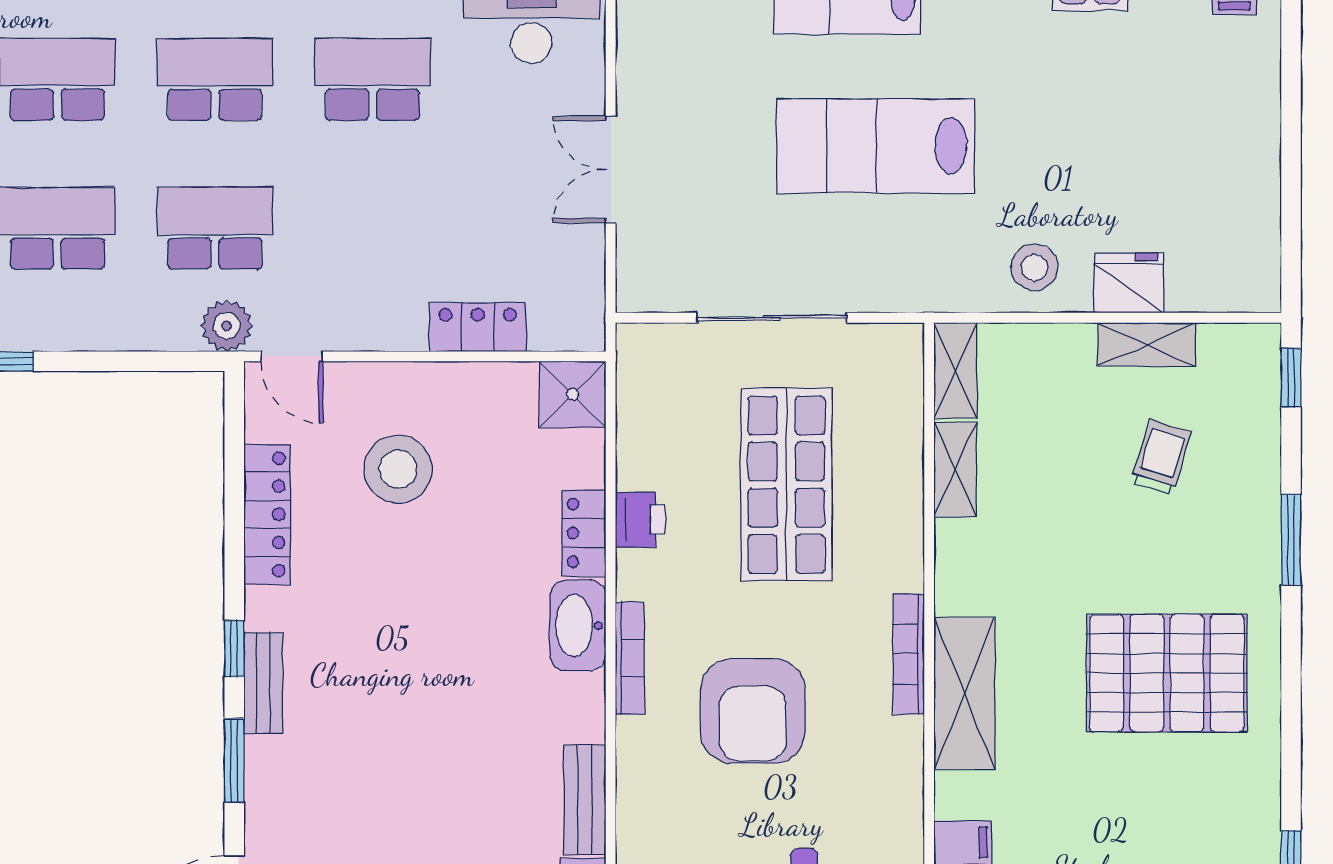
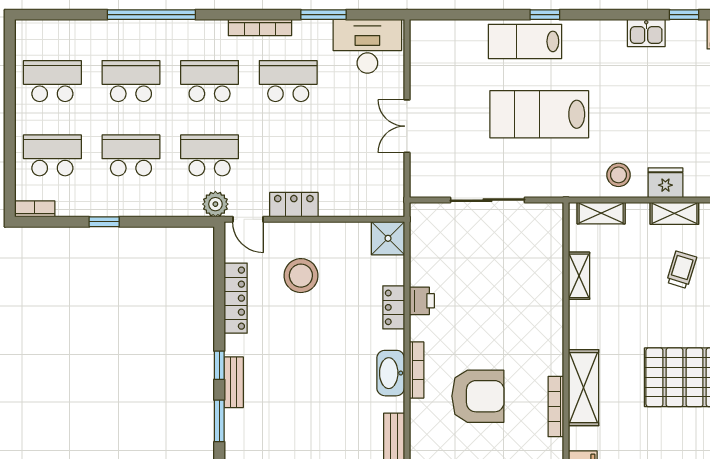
locker: (478, 327) -> (294, 205), moved
shelving: (955, 371) -> (601, 213), moved, turned 90
shop shelf: (786, 485) -> (495, 283), removed
washbasin: (578, 626) -> (391, 373), moved
bookcase: (909, 654) -> (556, 407), moved
armchair: (753, 711) -> (478, 396), turned -90

